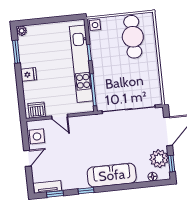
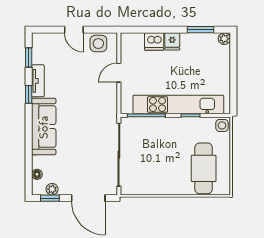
cafe table: (133, 37) -> (204, 168), turned 90
dishwasher: (37, 110) -> (154, 41), moved, turned 90
plant: (159, 159) -> (52, 189), width x0.53, depth x0.53
tv unit: (48, 187) -> (38, 81), moved

